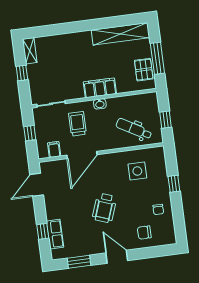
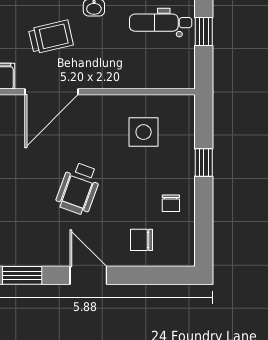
window: (165, 120) -> (204, 32), moved
trolley: (77, 124) -> (51, 37), turned 77
dental chair: (134, 129) -> (161, 23), moved, turned -30

